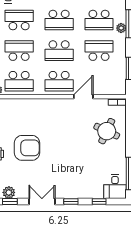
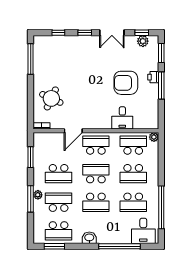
school desk: (59, 20) -> (96, 202), turned 180
desk: (115, 187) -> (122, 118), moved, turned 180

